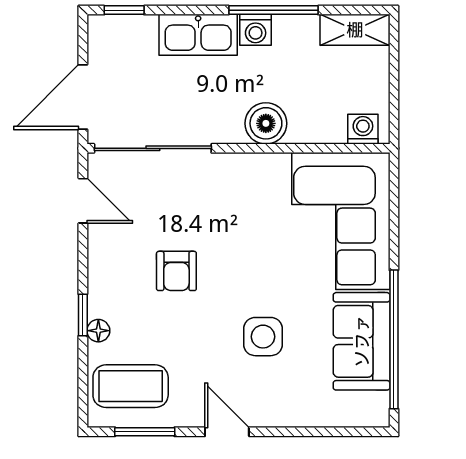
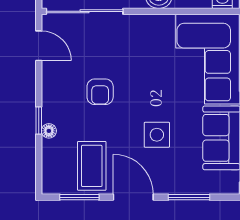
coffee table: (131, 386) -> (92, 166), moved, turned 90
door: (227, 432) -> (133, 197), width x1.38
window: (312, 432) -> (189, 197), added

